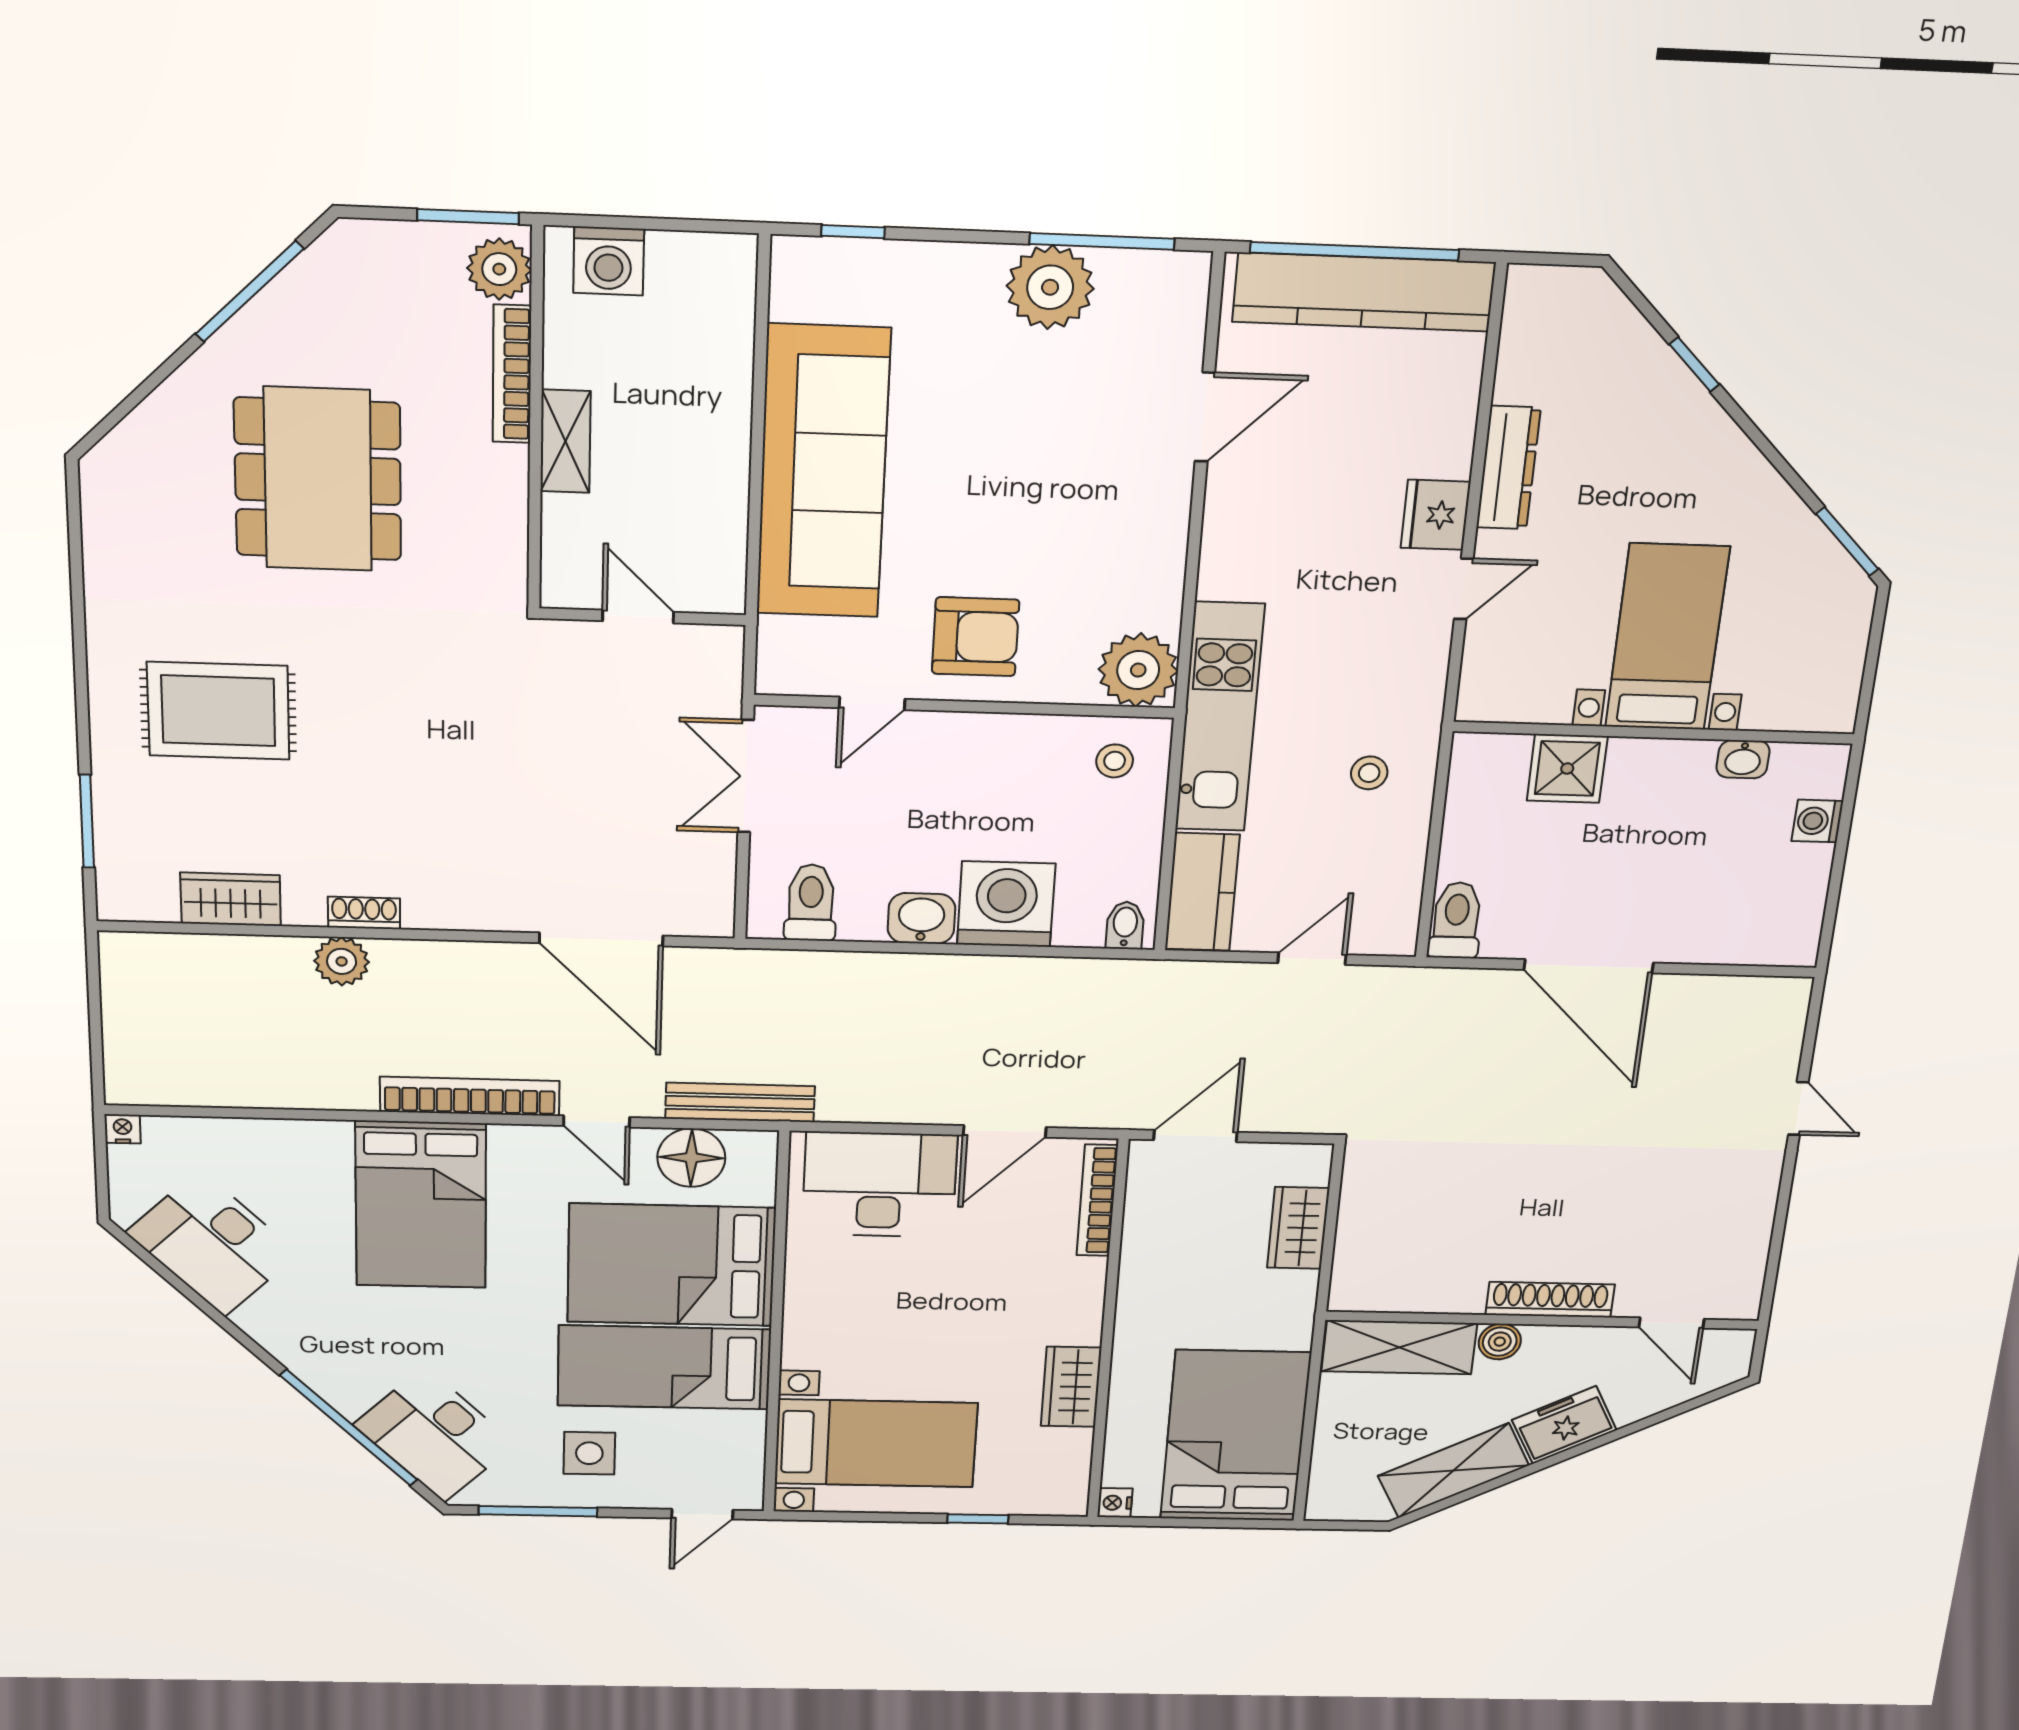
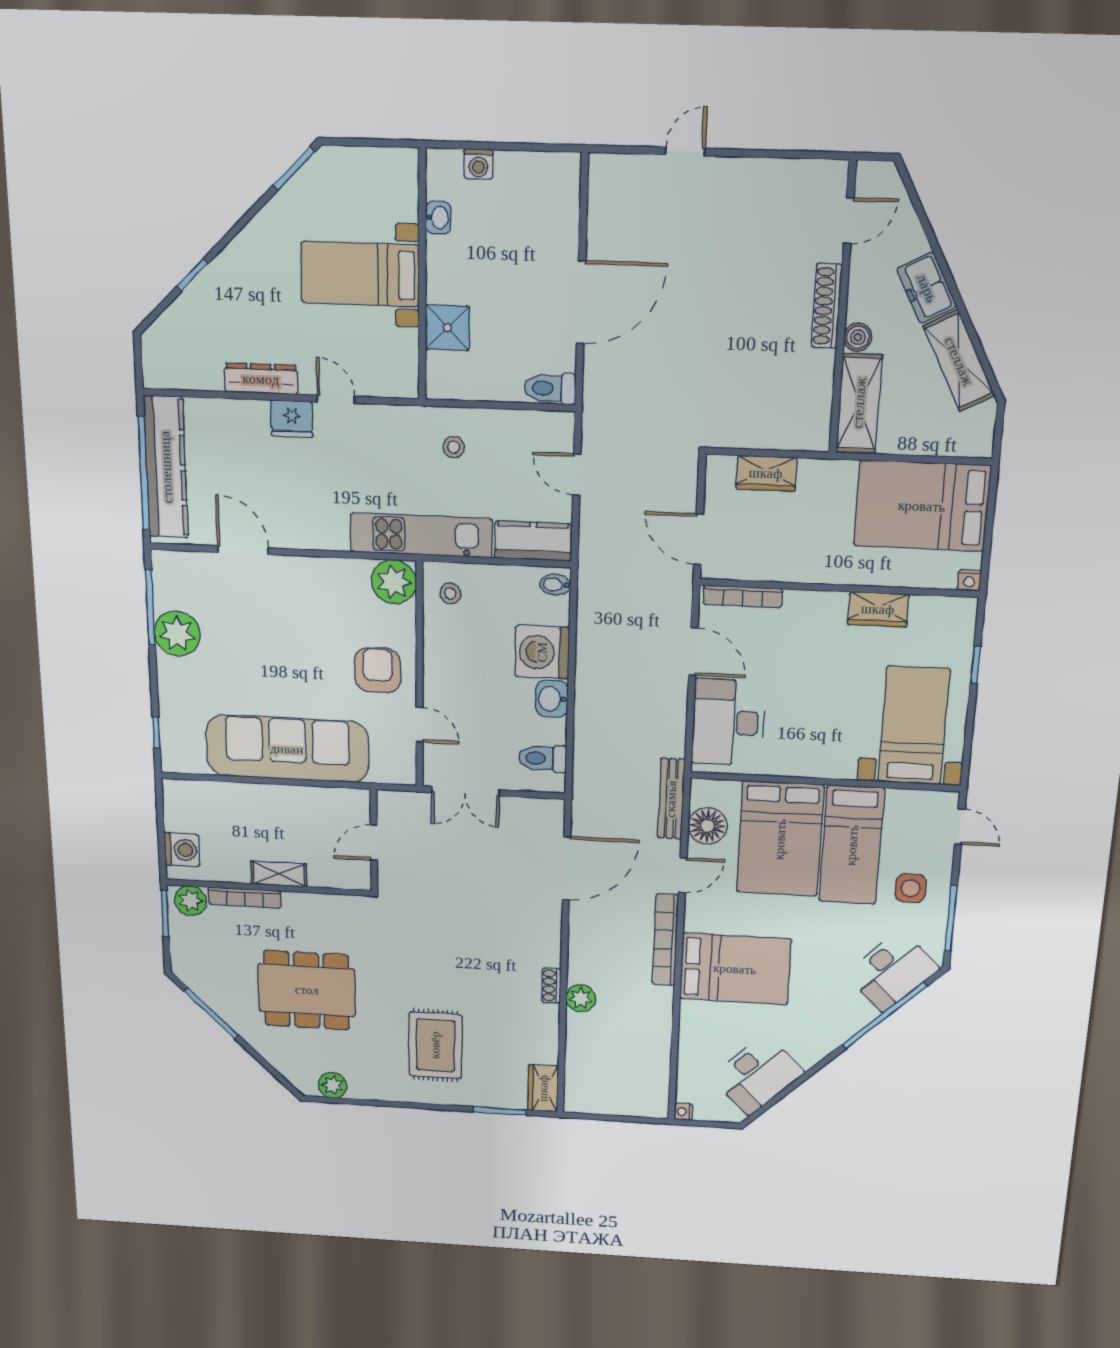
plant: (109, 518) -> (333, 1085), added
wardrobe: (231, 899) -> (543, 1088), moved

